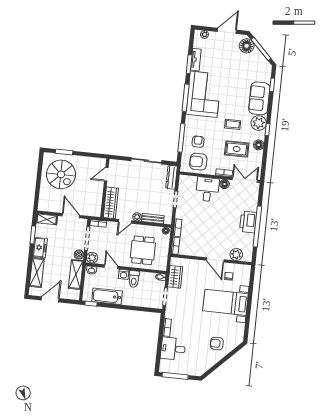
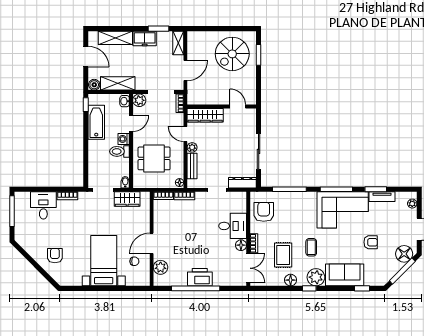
armchair: (198, 142) -> (371, 242), moved
boiler: (79, 255) -> (94, 85), moved

